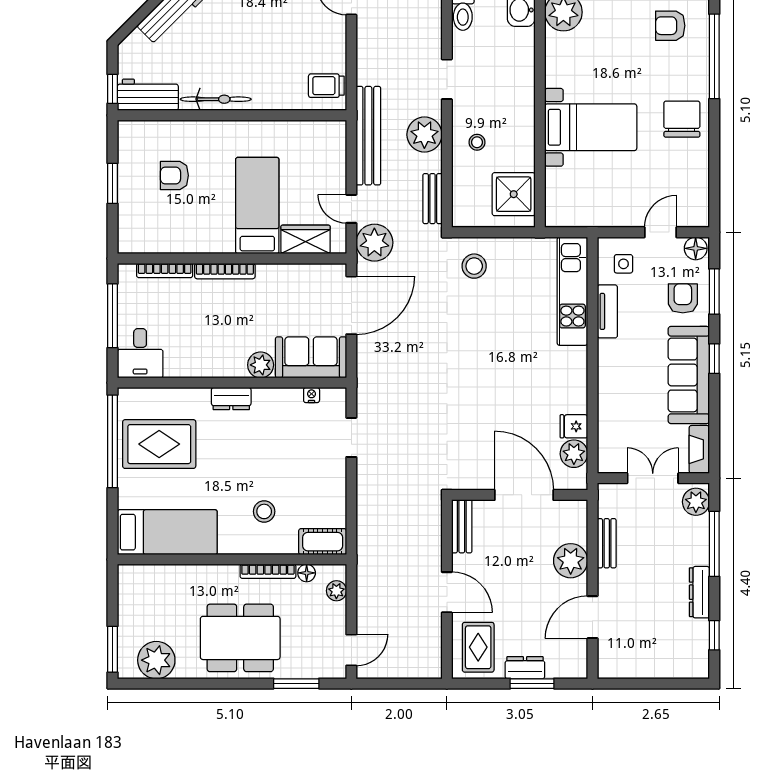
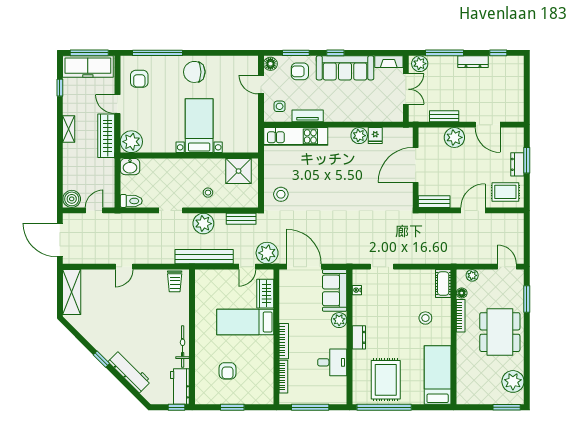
desk: (140, 353) -> (332, 362), moved
plant: (574, 454) -> (359, 136), moved
double door: (653, 478) -> (406, 89), swing flipped

